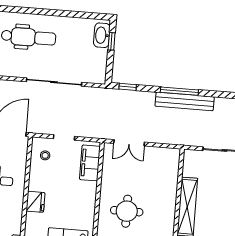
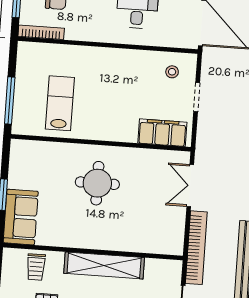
bookcase: (175, 139) -> (196, 248), added
fridge: (35, 202) -> (109, 59), removed

